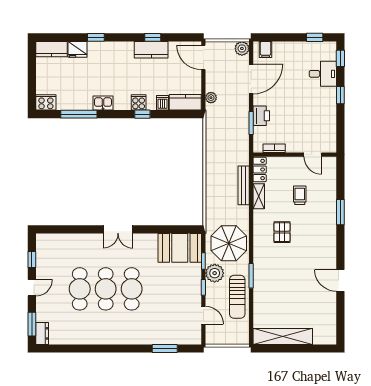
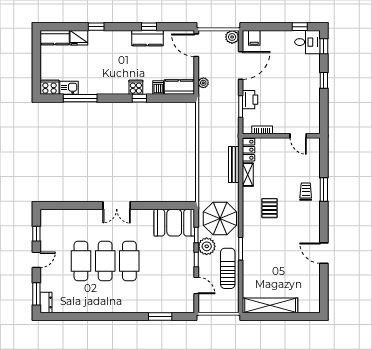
desk: (323, 74) -> (308, 42), moved
kitchen sink: (103, 103) -> (69, 88), moved
trolley: (300, 195) -> (306, 192), moved
sun lounger: (237, 297) -> (228, 268), turned 180

